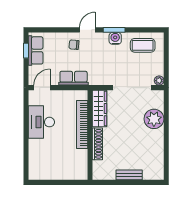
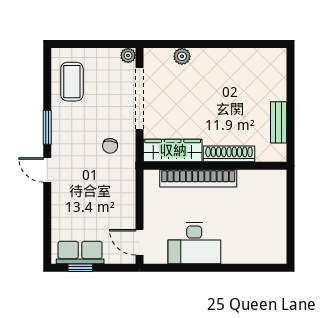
water cooler: (115, 38) -> (61, 126), removed
chair: (74, 45) -> (110, 146), moved
row of seats: (74, 78) -> (124, 192), removed
plant: (154, 119) -> (182, 56), width x0.53, depth x0.53
bench: (129, 175) -> (279, 122), moved

